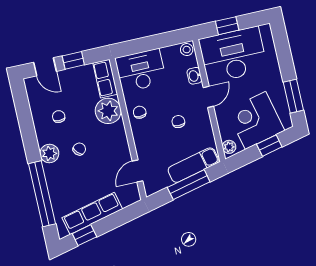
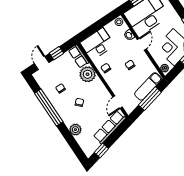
door: (45, 67) -> (42, 63), swing flipped
plant: (49, 153) -> (75, 130), moved
window: (42, 194) -> (49, 107), moved
row of seats: (92, 213) -> (109, 127), moved

